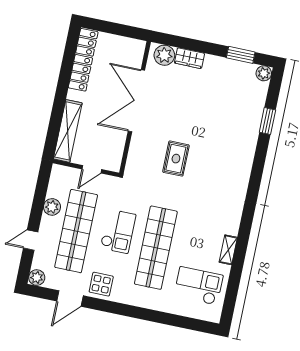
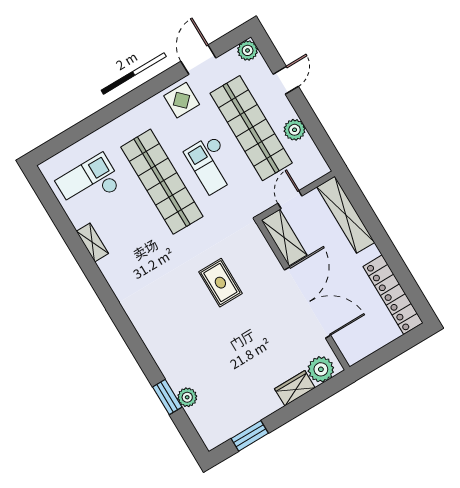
plant: (264, 73) -> (187, 397), moved
shelving: (115, 150) -> (284, 238), added
checkout: (199, 286) -> (89, 183), turned 180

